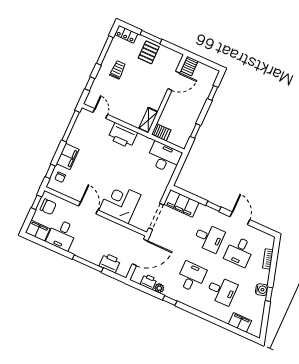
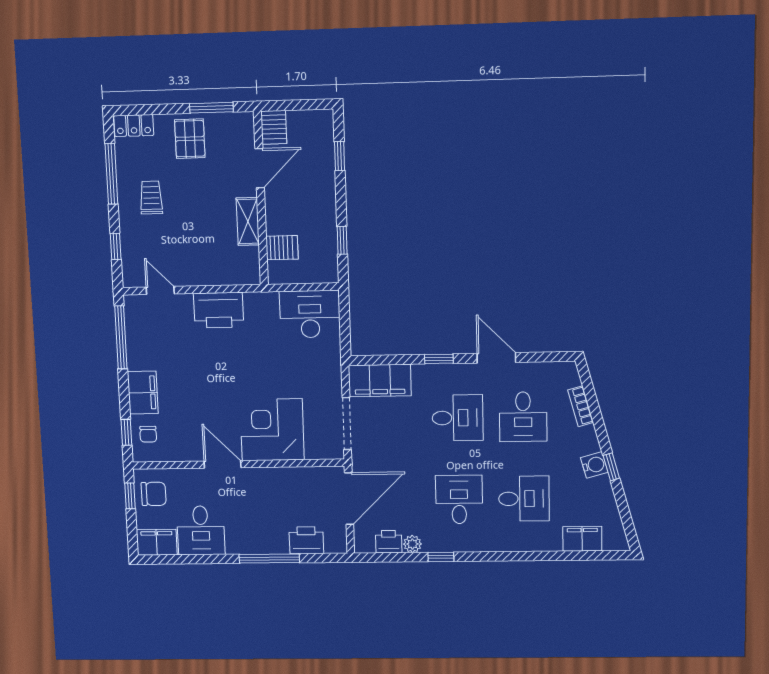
window: (151, 37) -> (211, 108), moved
shelving: (148, 120) -> (248, 221), moved
server rack: (161, 132) -> (282, 248), moved

